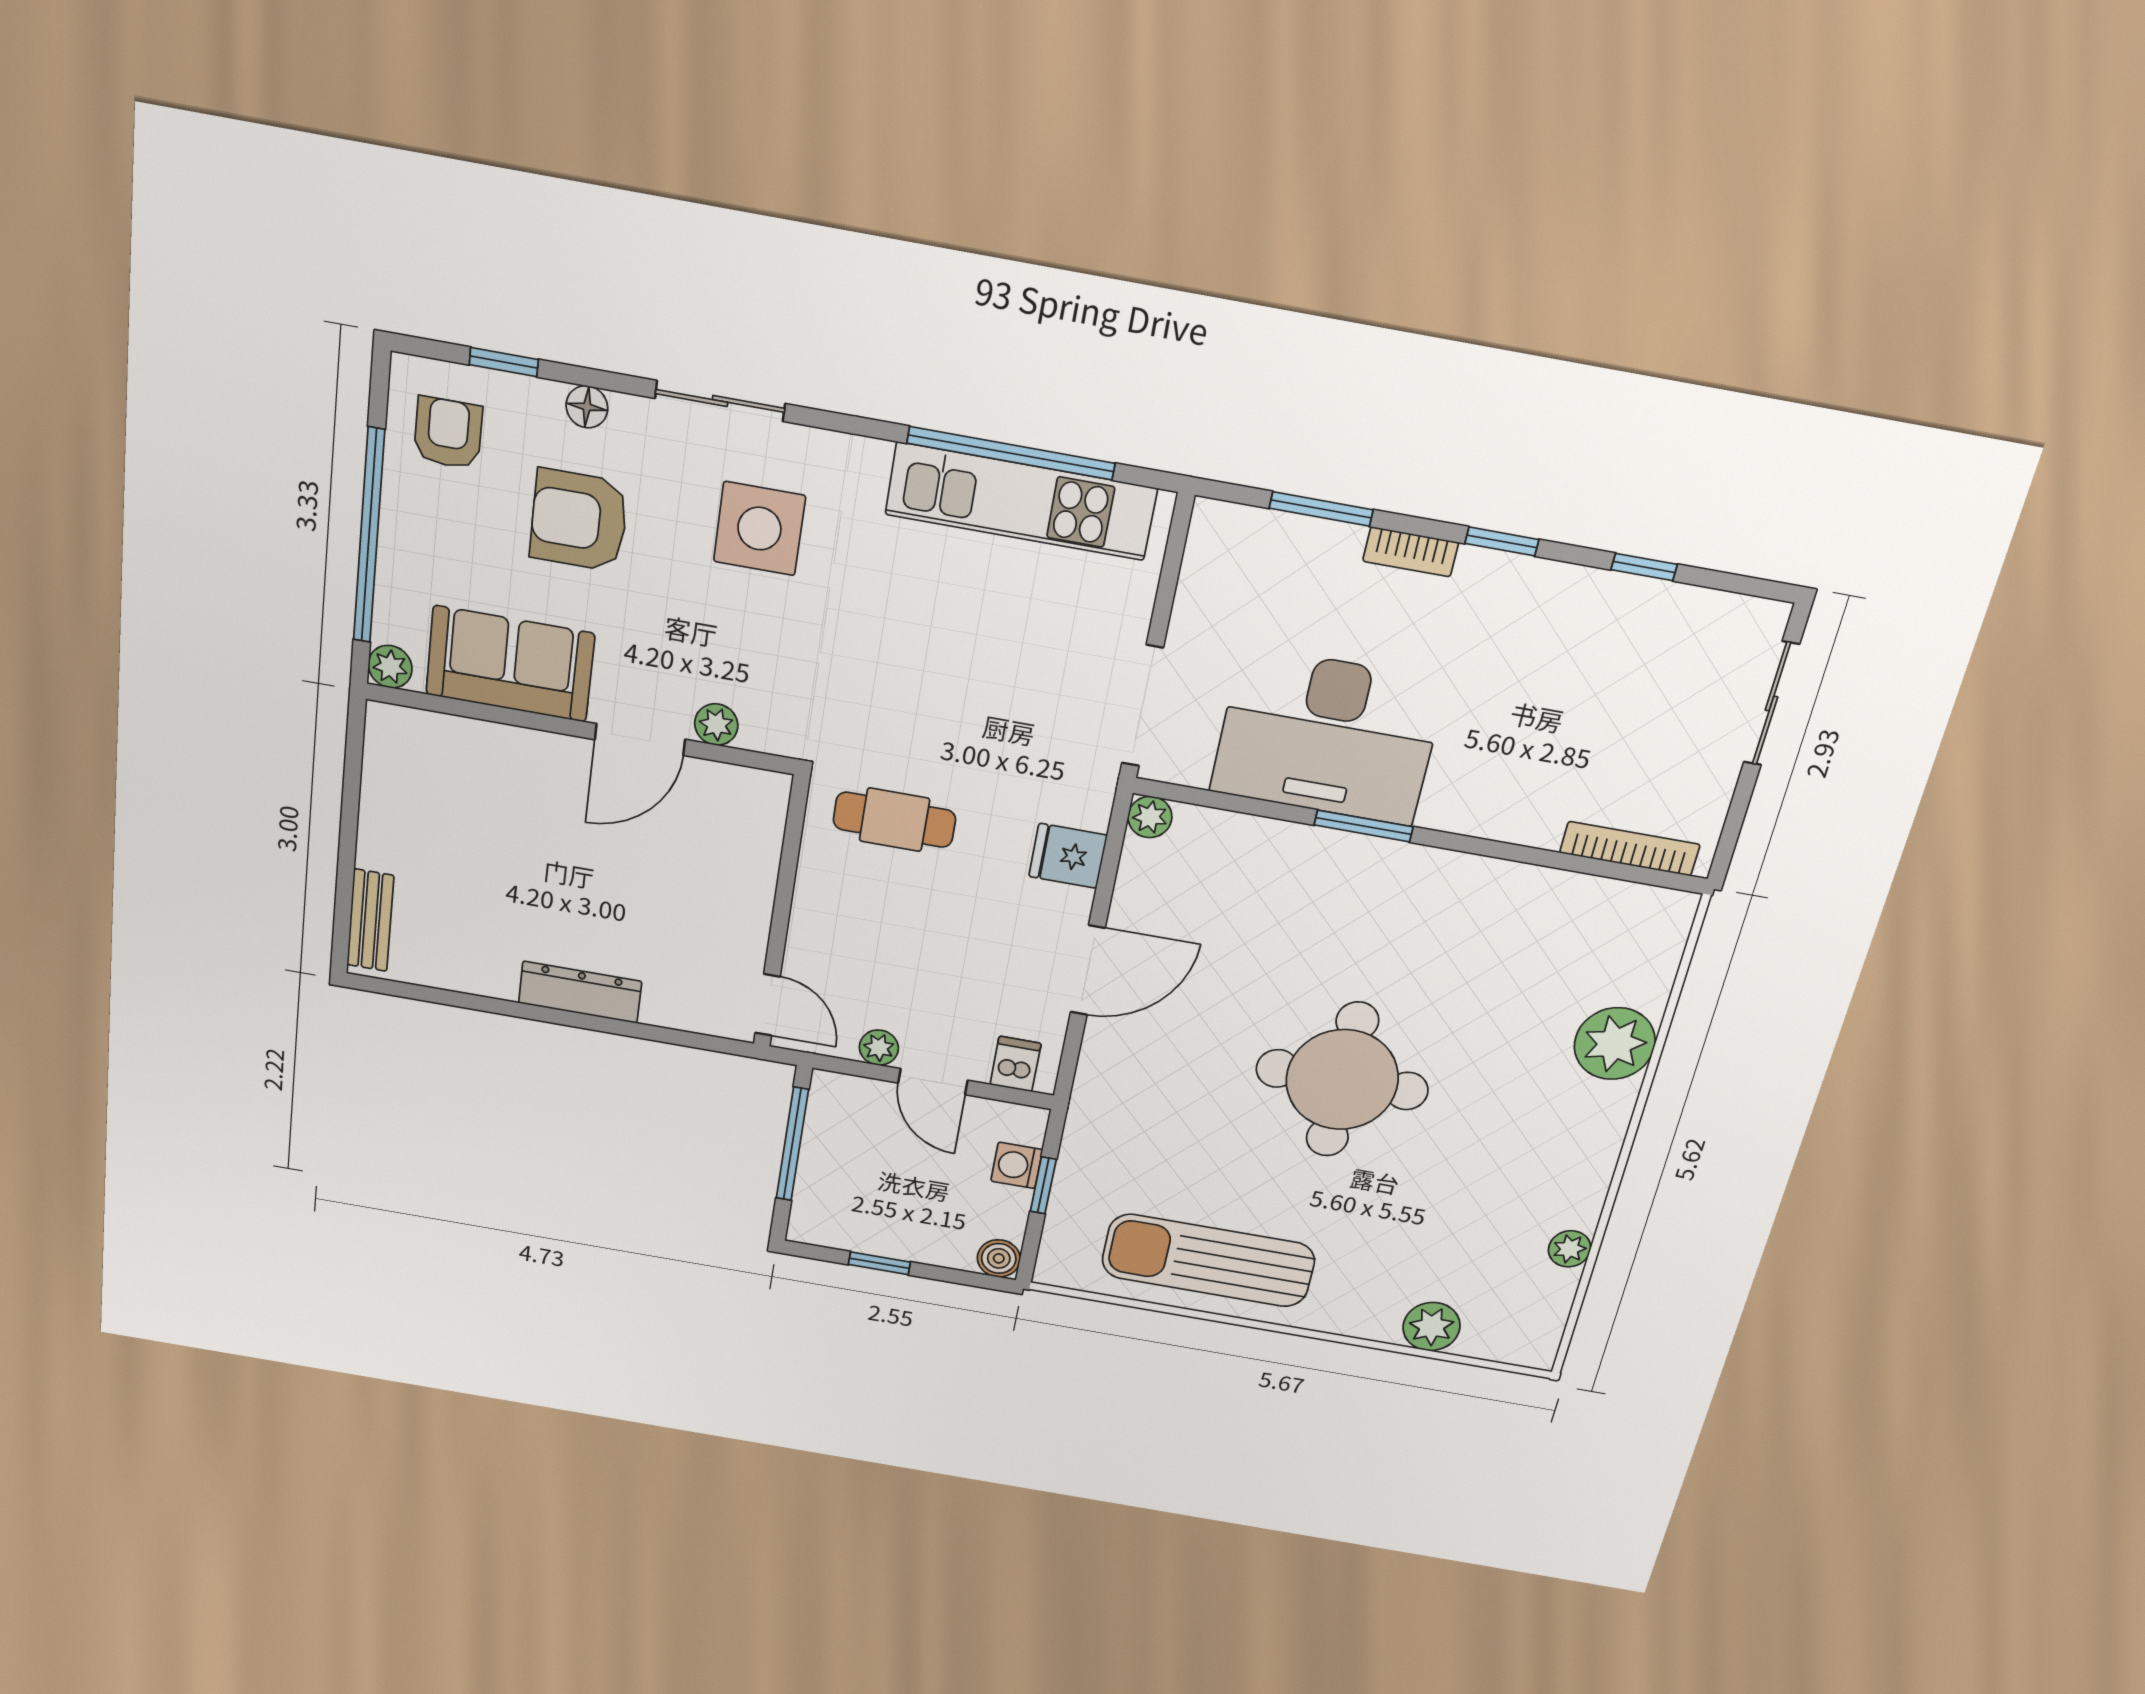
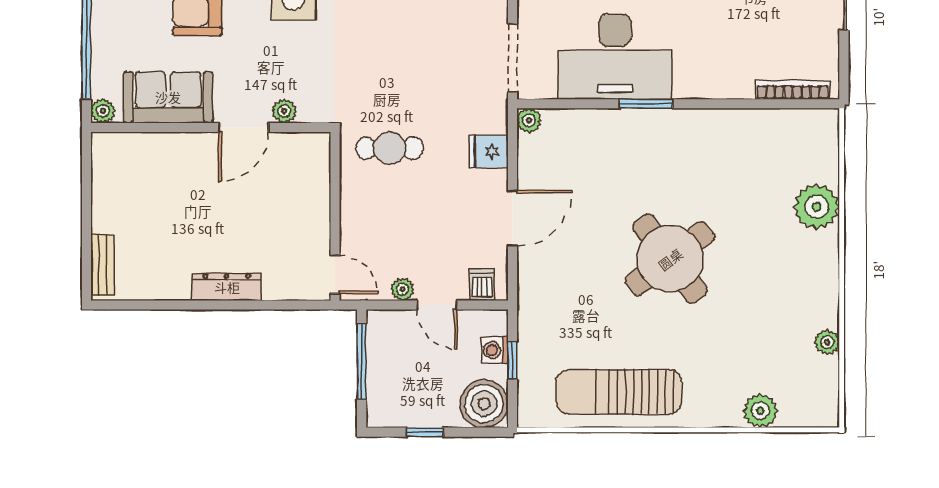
round table: (1342, 1080) -> (670, 259), turned -37
boiler: (999, 1258) -> (484, 404), width x1.86, depth x1.86

